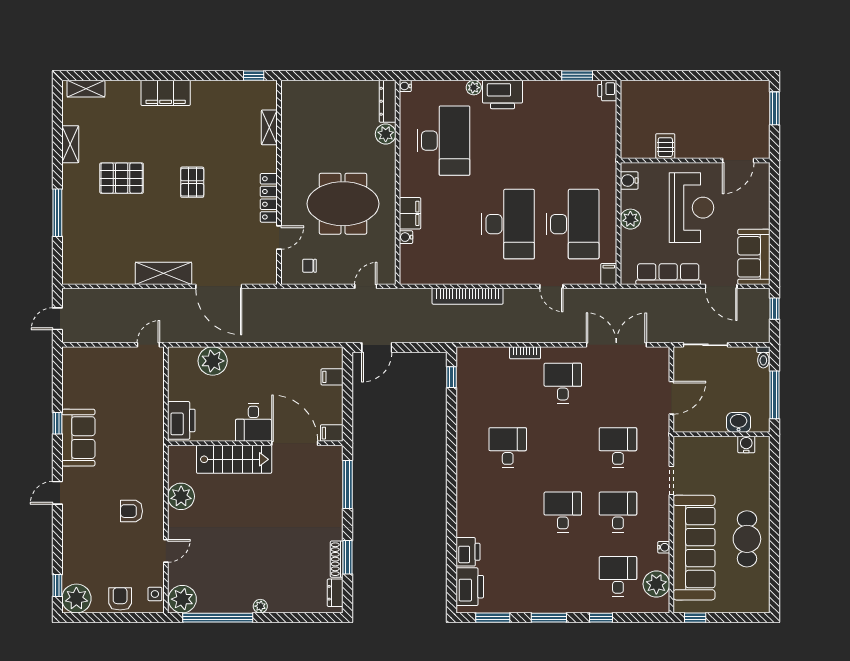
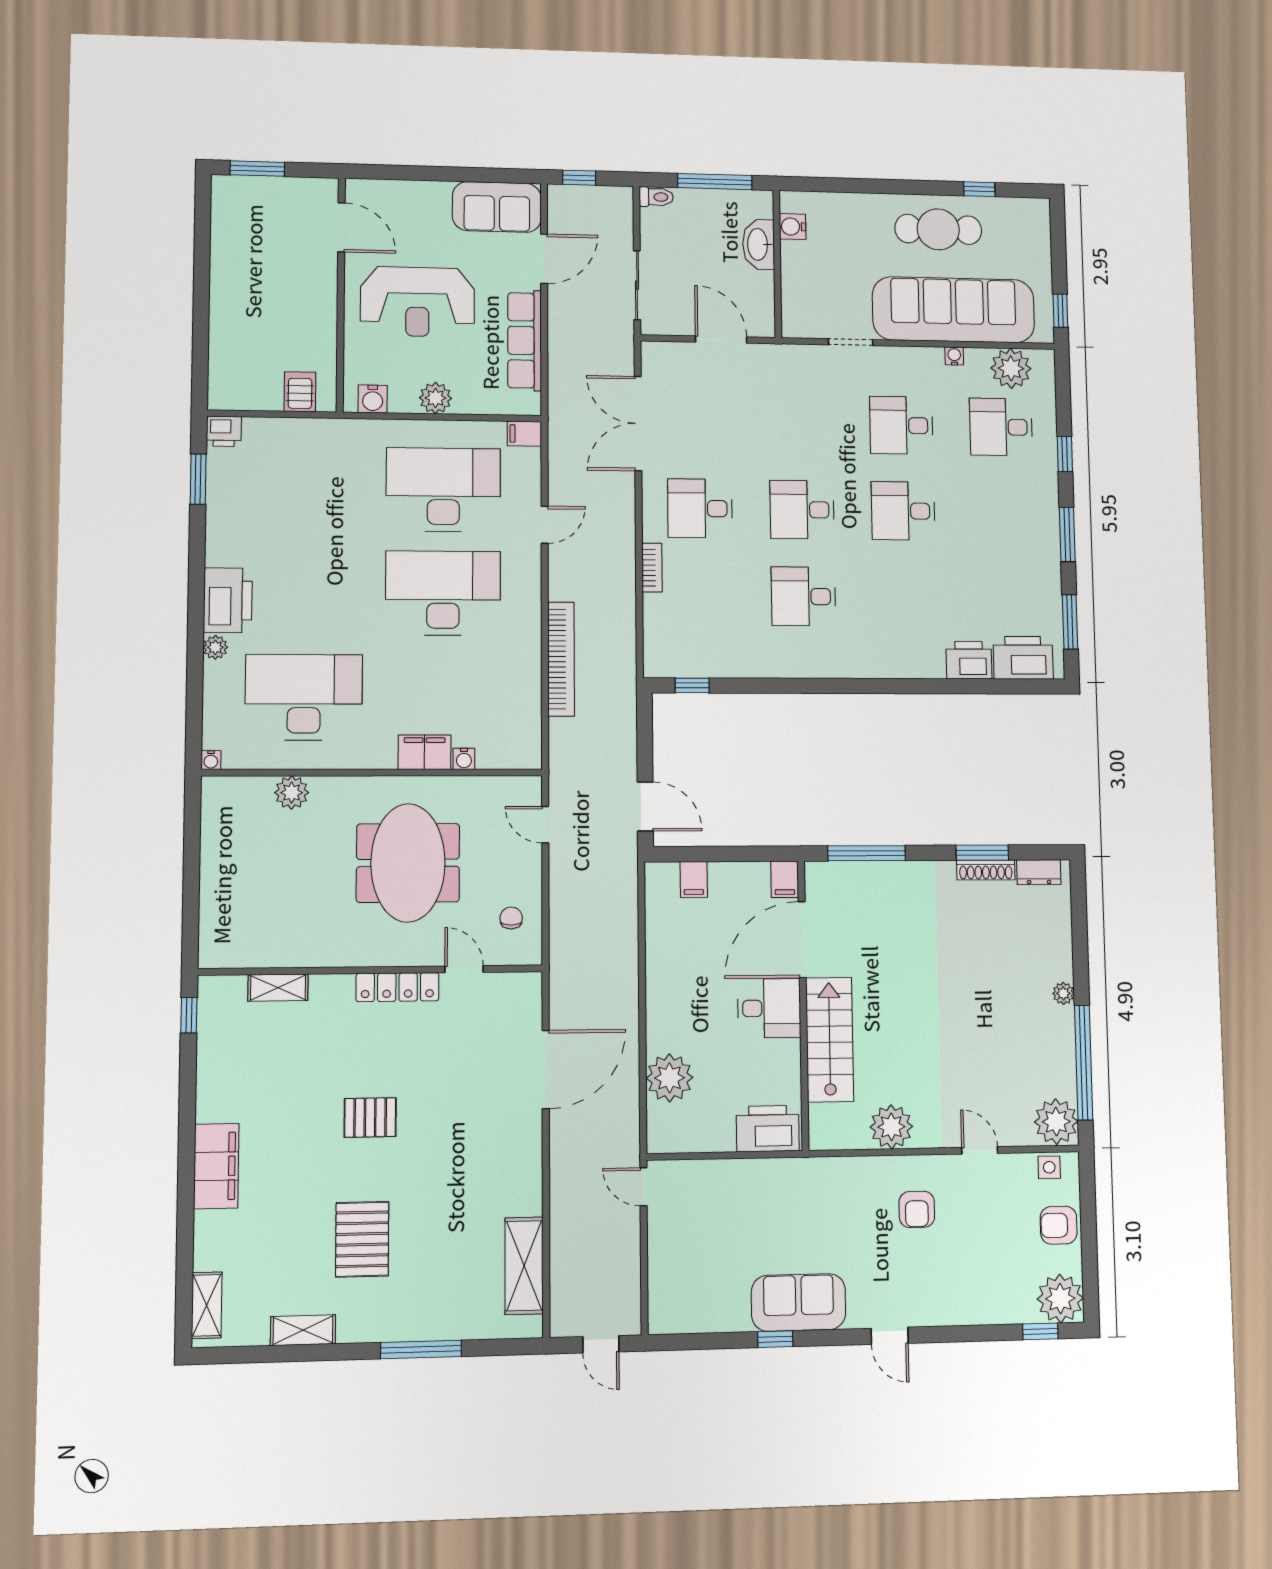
dresser: (388, 101) -> (236, 789), removed
server rack: (665, 146) -> (300, 392), moved, turned 90
reception desk: (692, 208) -> (417, 302), turned 180
chair: (309, 266) -> (511, 918), turned 180
shelving: (163, 273) -> (524, 1266), moved
washbasin: (739, 422) -> (758, 244), width x1.38
desk: (618, 448) -> (802, 510), moved
window: (775, 566) -> (979, 189), added

